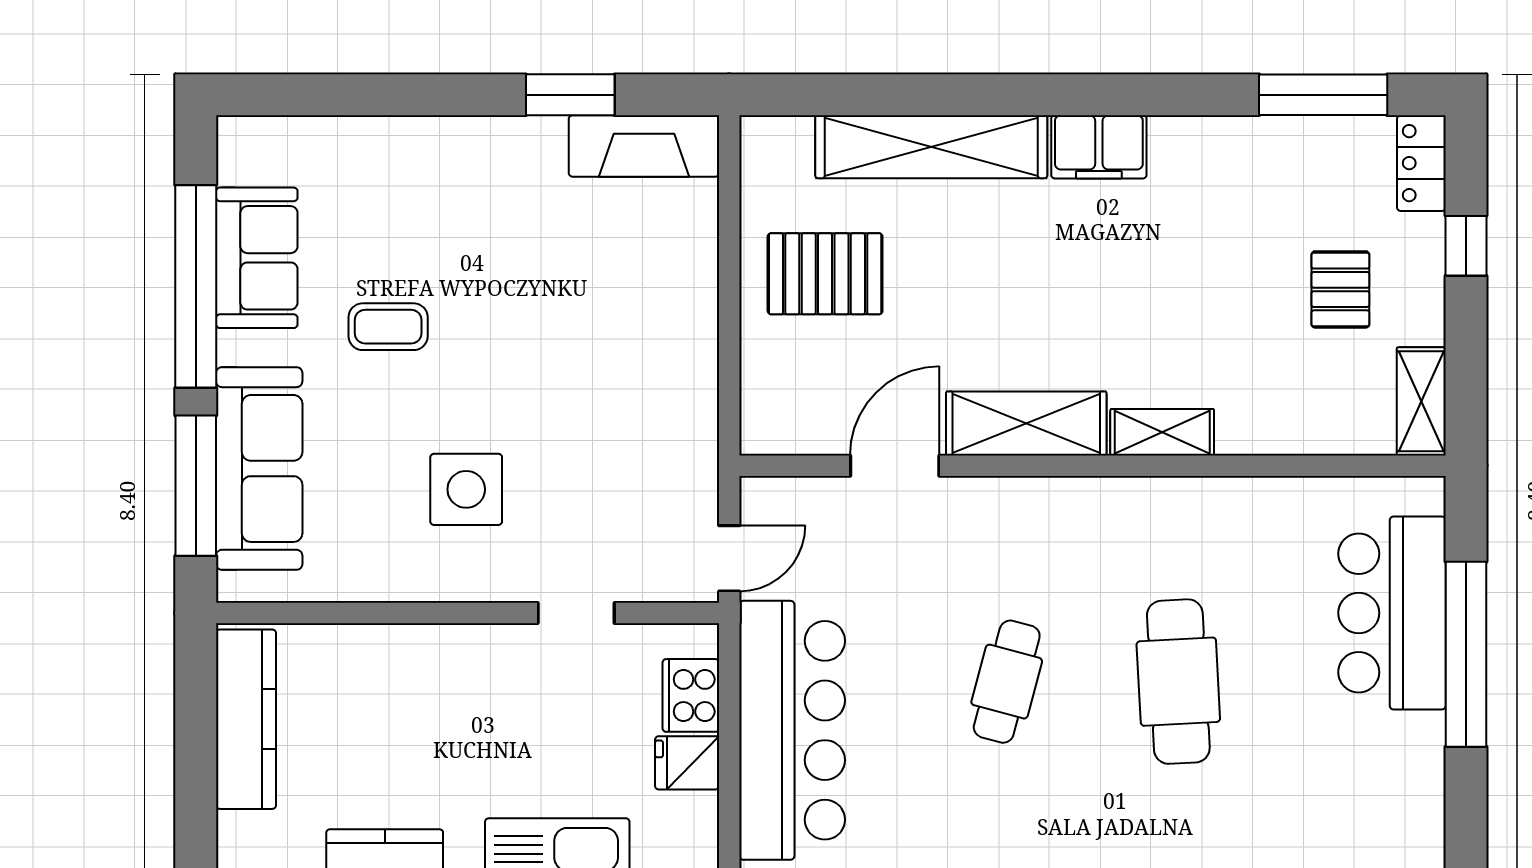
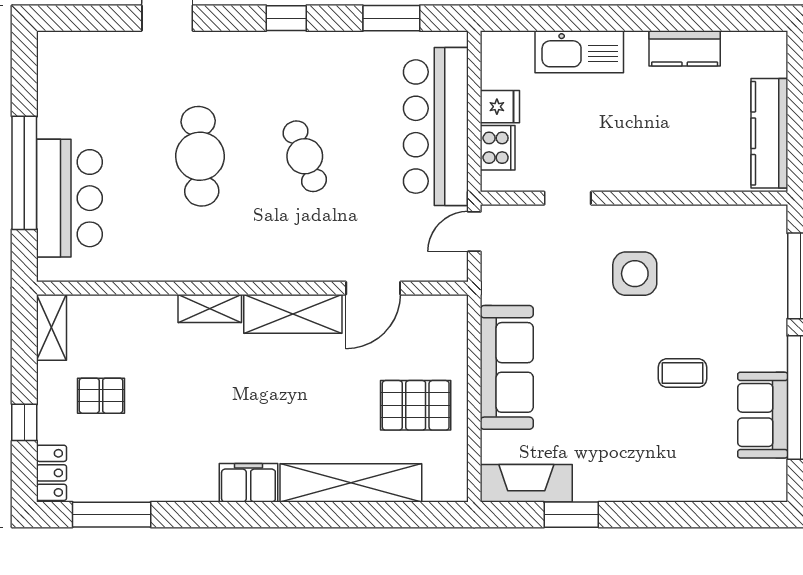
pallet: (1340, 289) -> (101, 396), turned 90
sofa: (259, 468) -> (507, 367), moved, turned 180
cafe table: (1007, 682) -> (305, 156), turned -36

